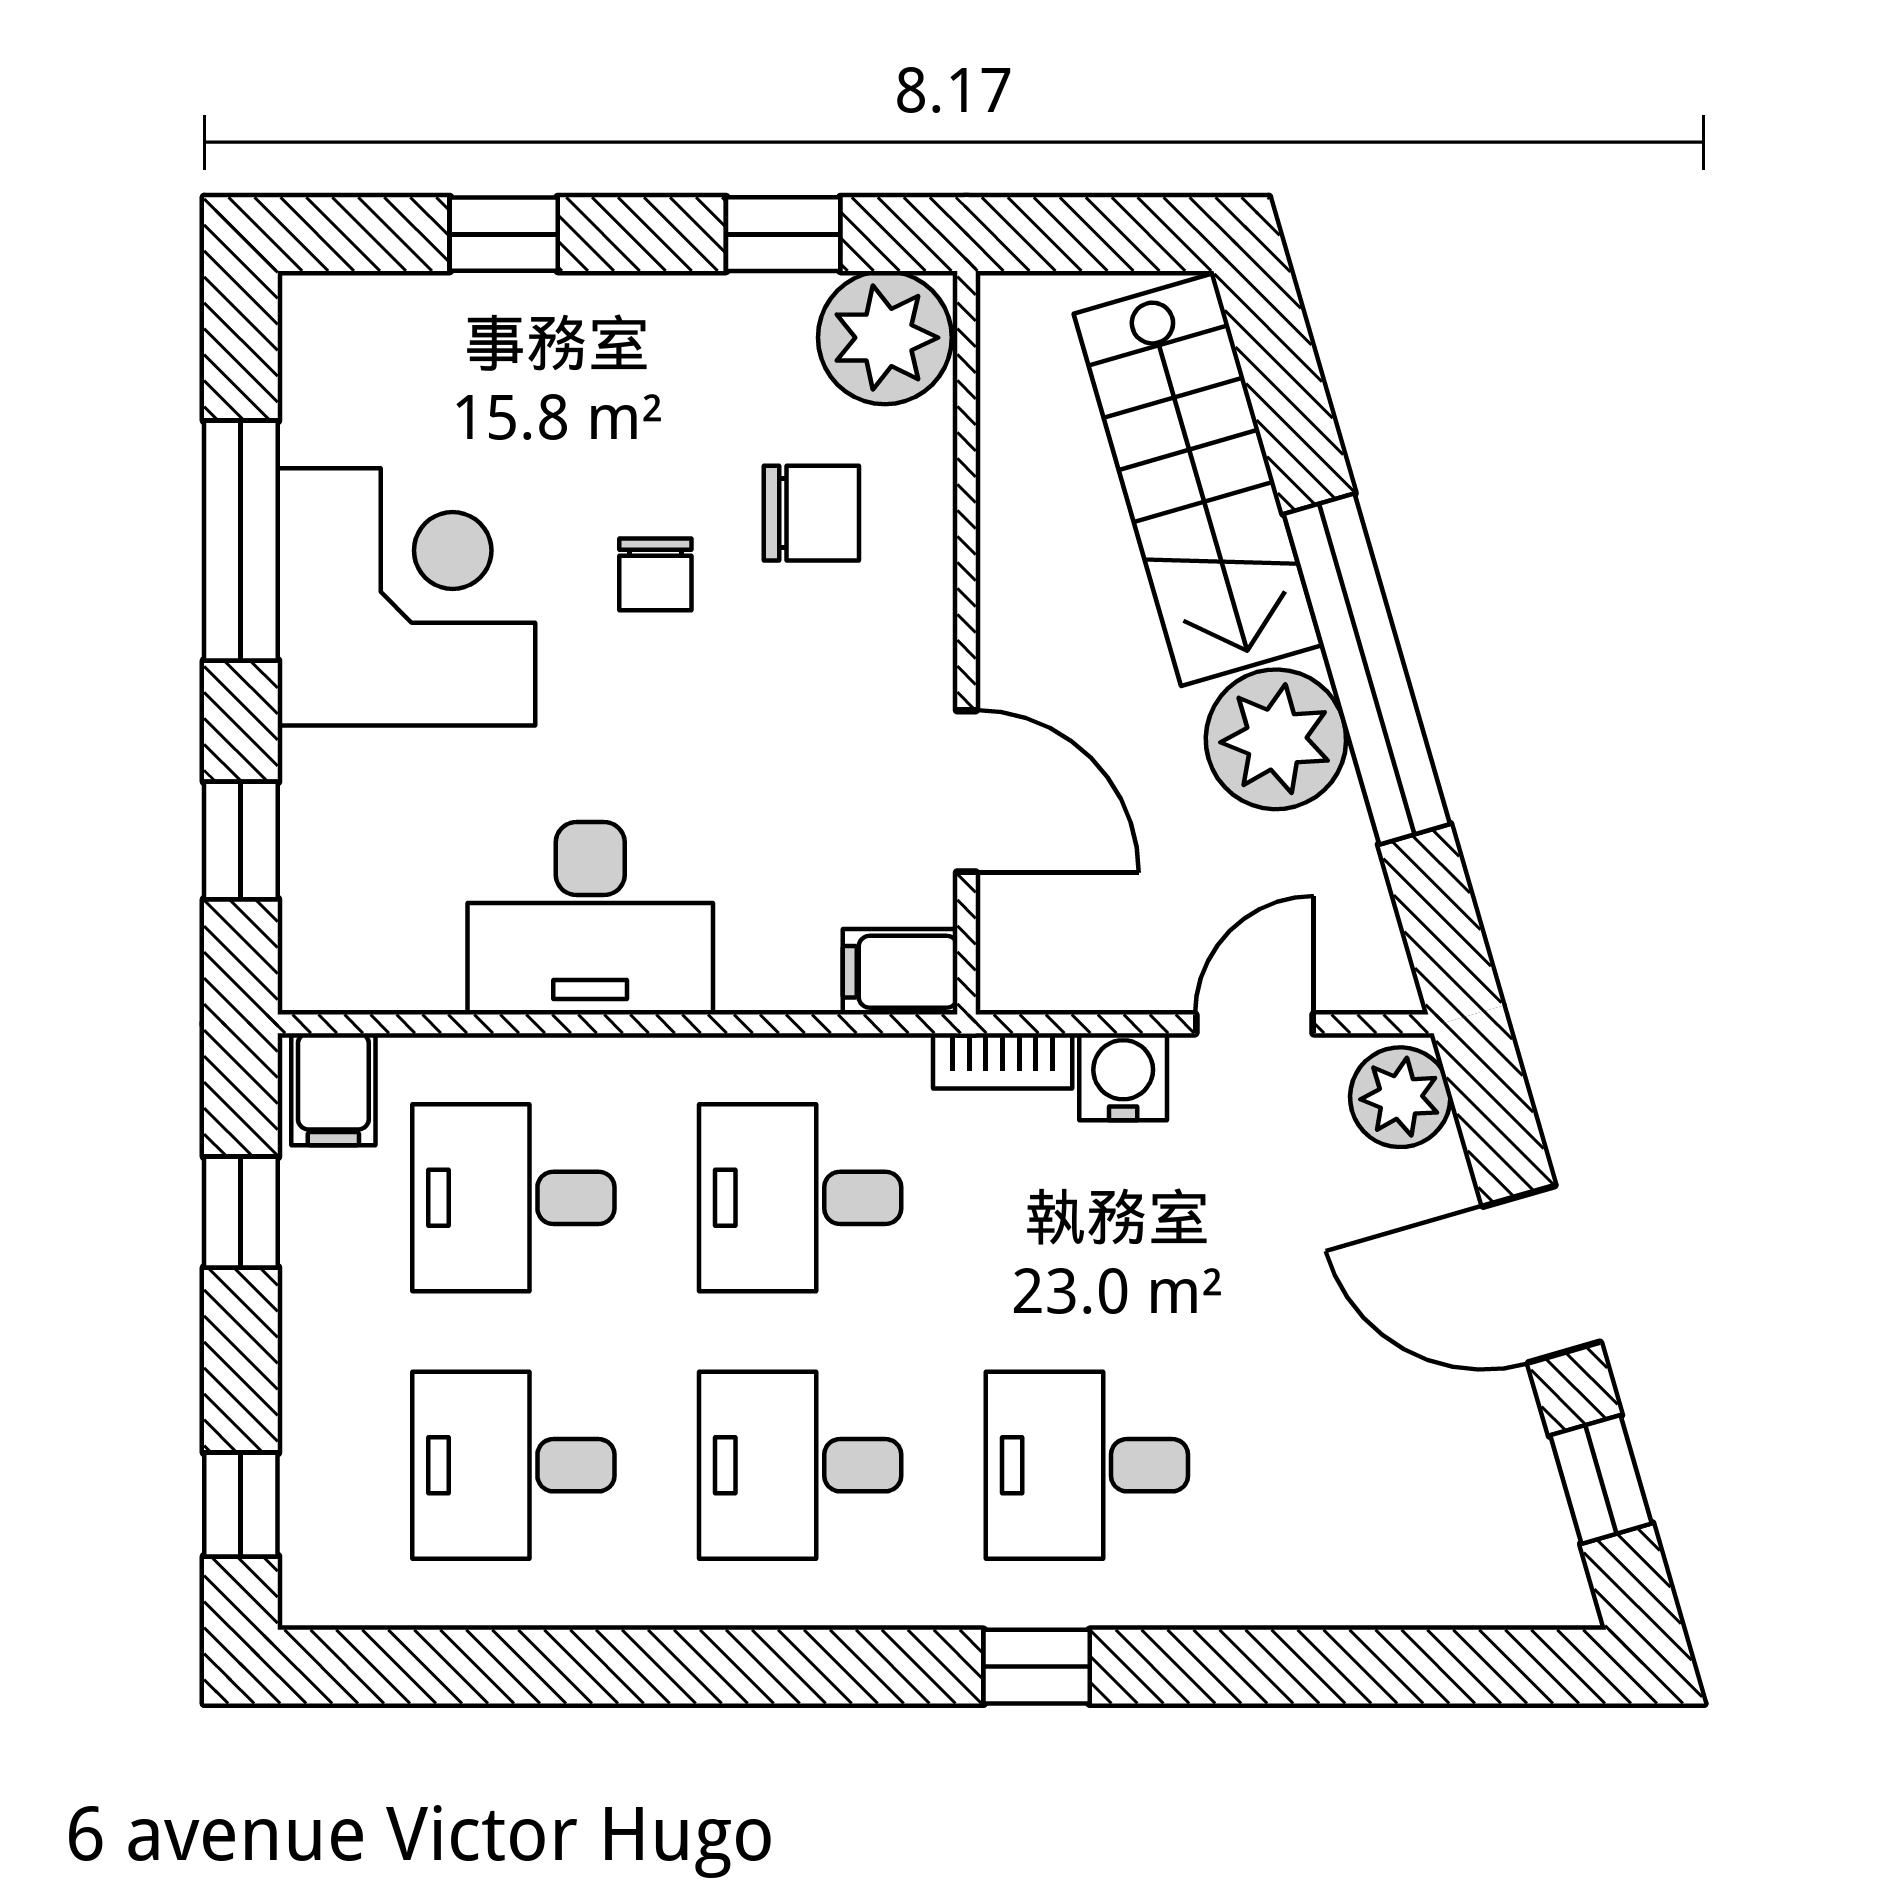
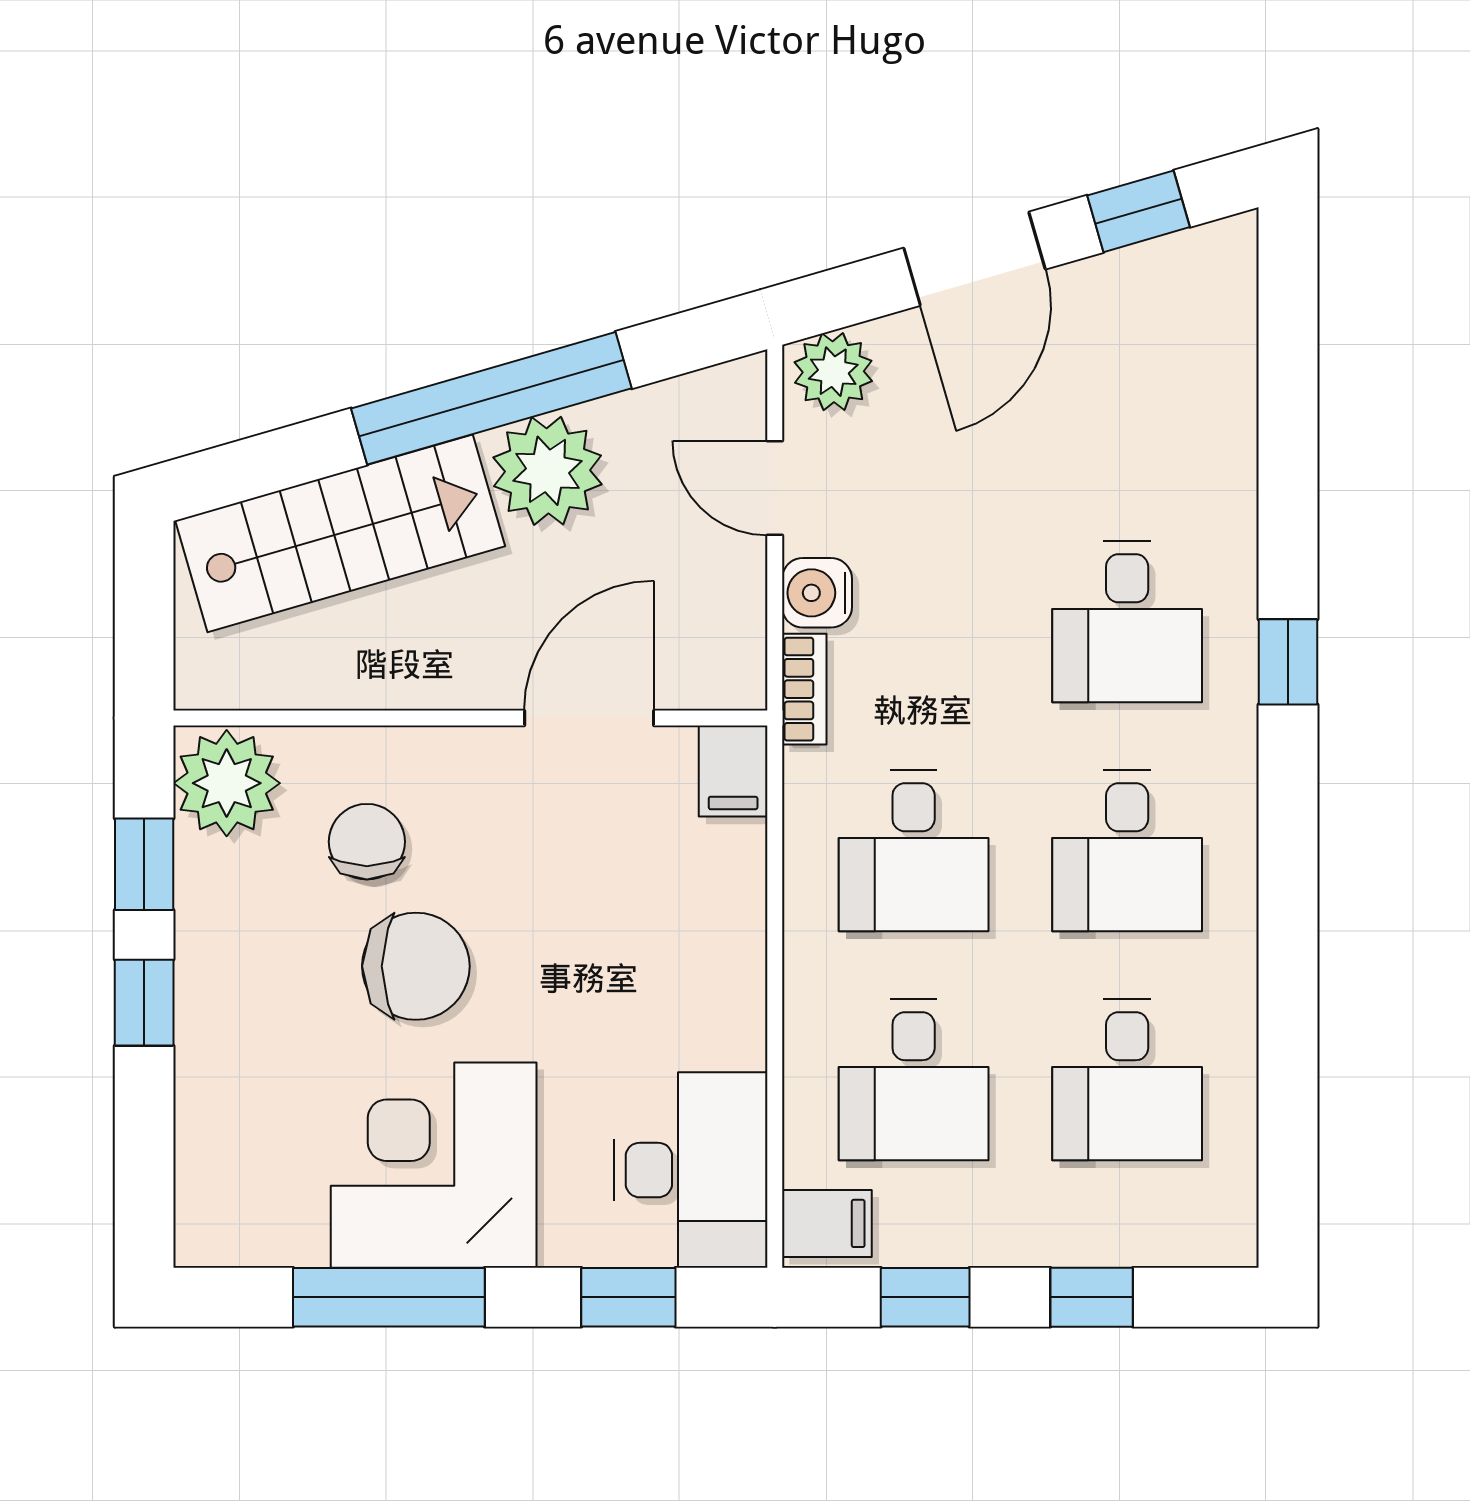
window: (504, 234) -> (144, 1003), moved
chair: (655, 574) -> (416, 966), width x1.87, depth x1.87
desk: (590, 918) -> (690, 1170), moved
window: (241, 1505) -> (1092, 1297), moved

